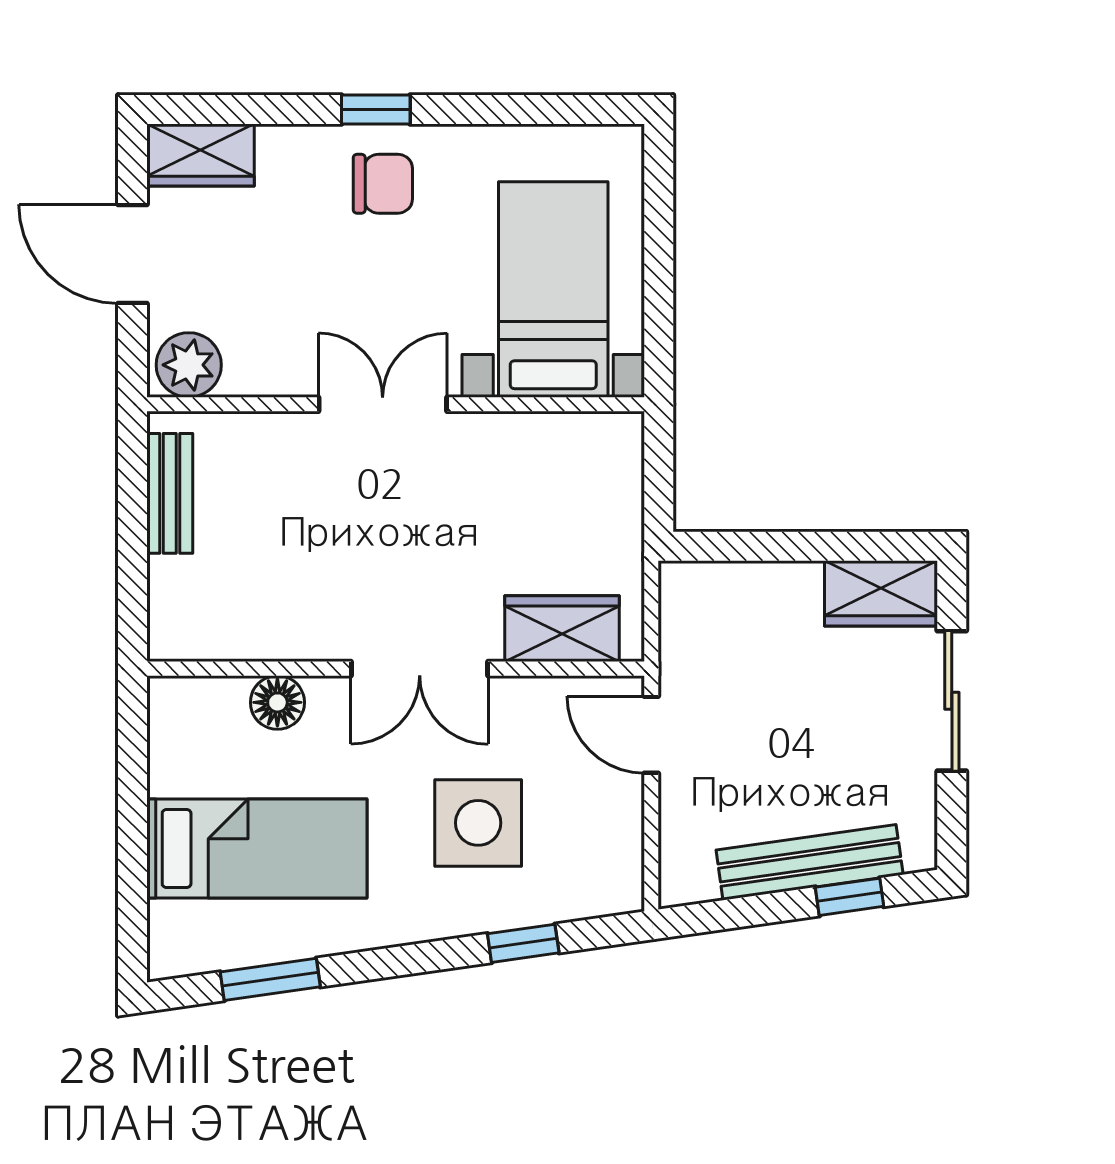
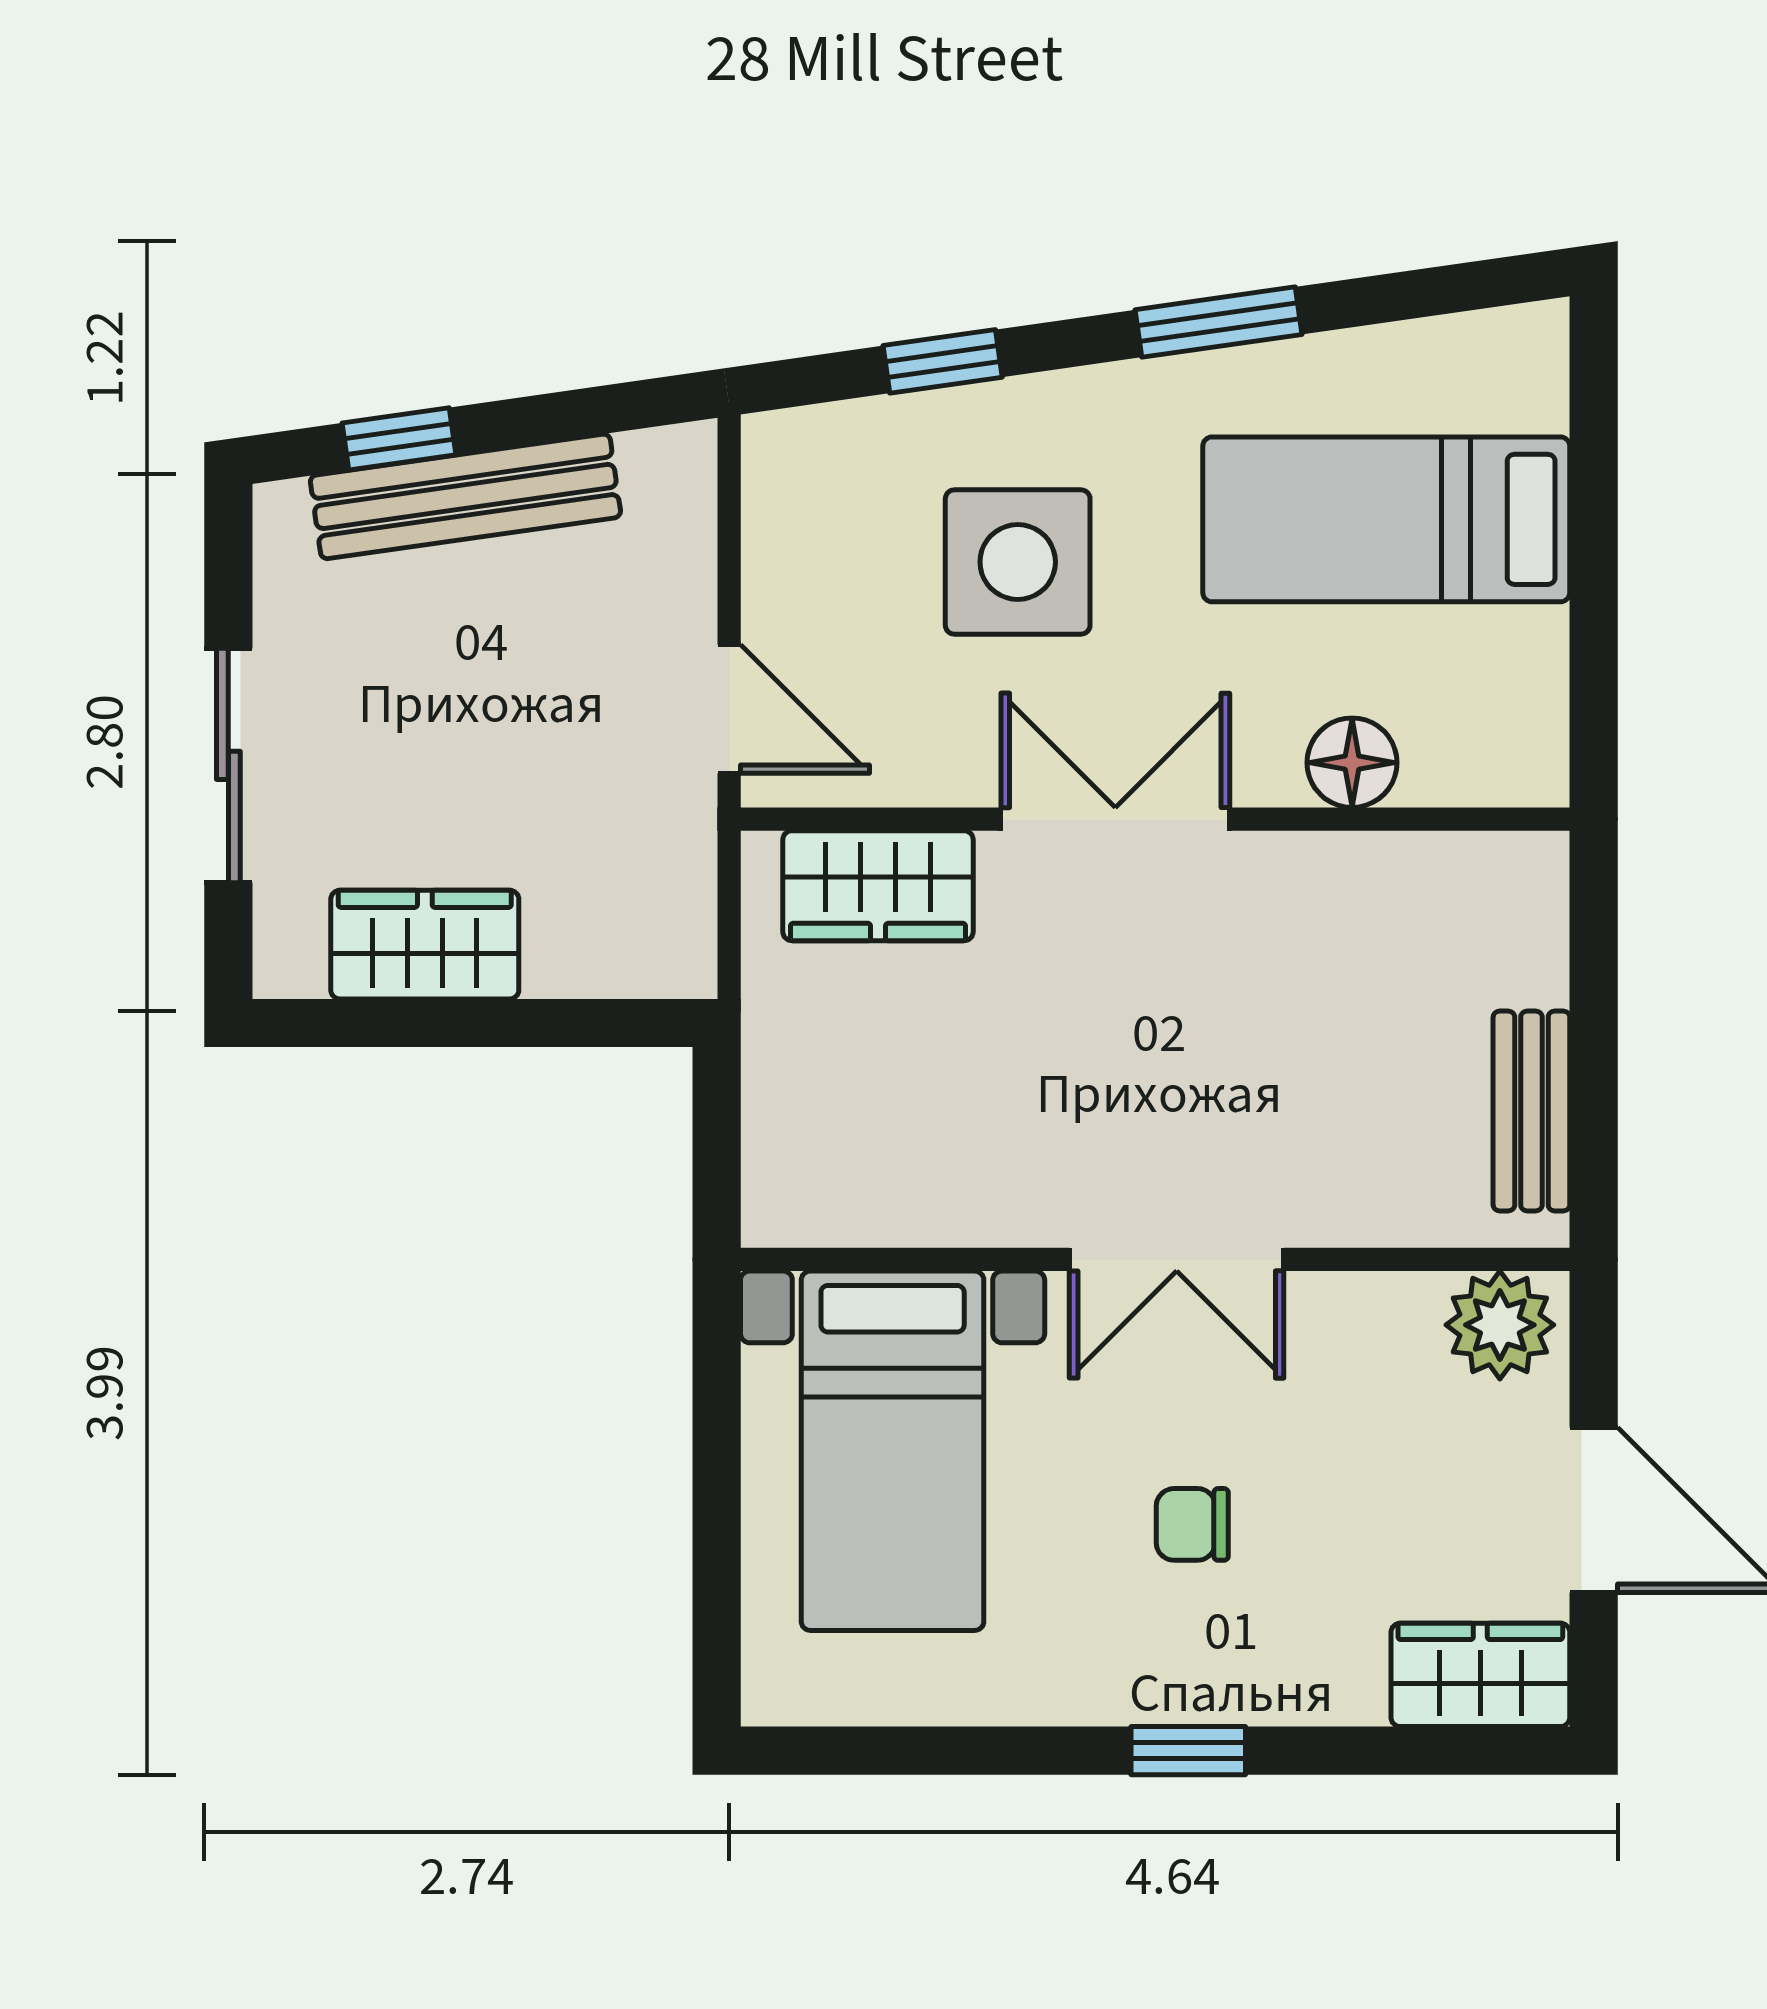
chair: (383, 184) -> (1192, 1524), moved, width x0.73, depth x0.73
wardrobe: (881, 593) -> (425, 945), moved
window: (270, 979) -> (1218, 322), moved

